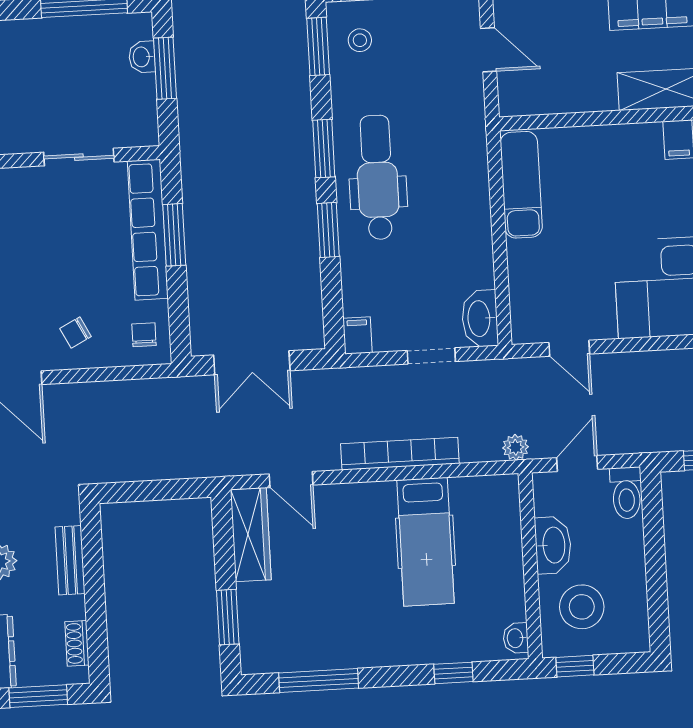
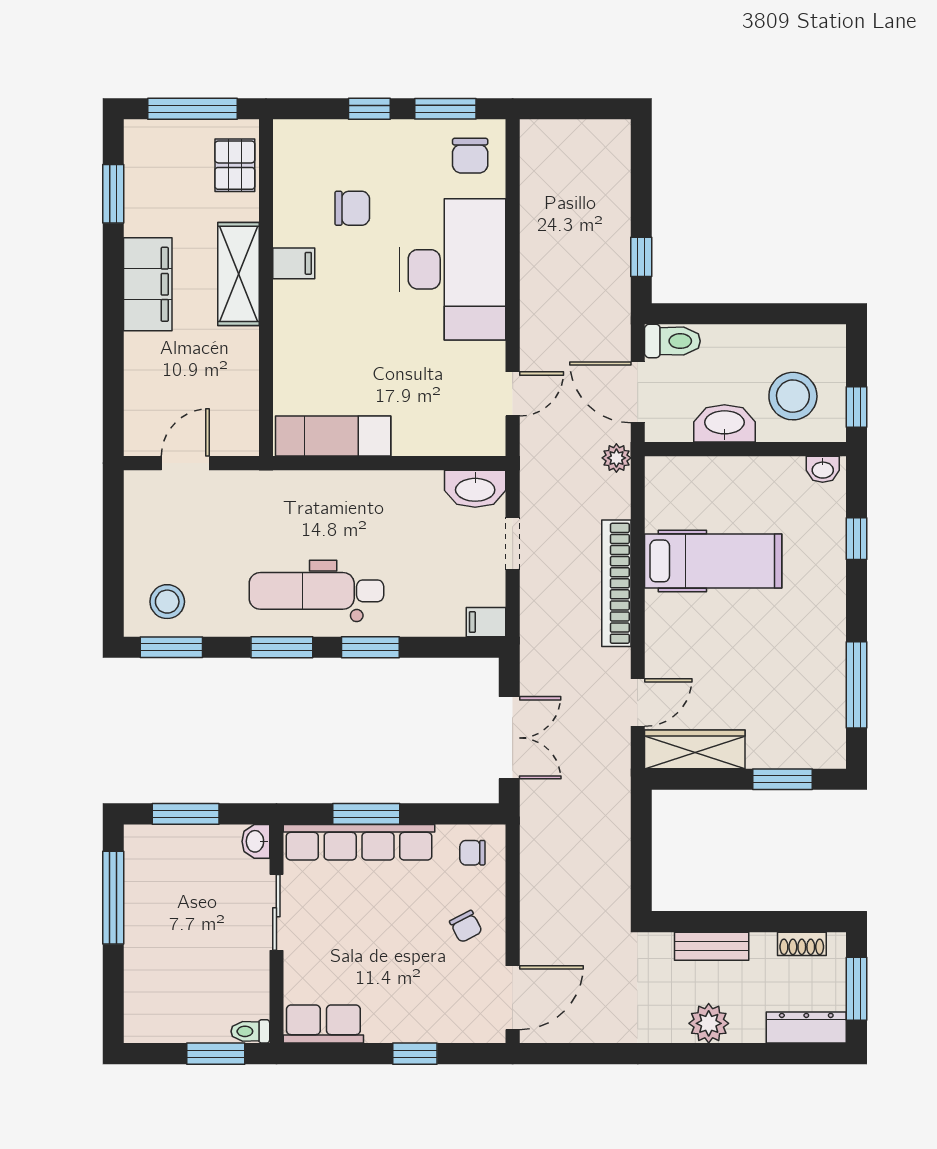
stool: (360, 40) -> (167, 602), width x1.37, depth x1.37
washbasin: (142, 57) -> (256, 841), moved, turned 90
door: (577, 464) -> (638, 392), width x1.38

